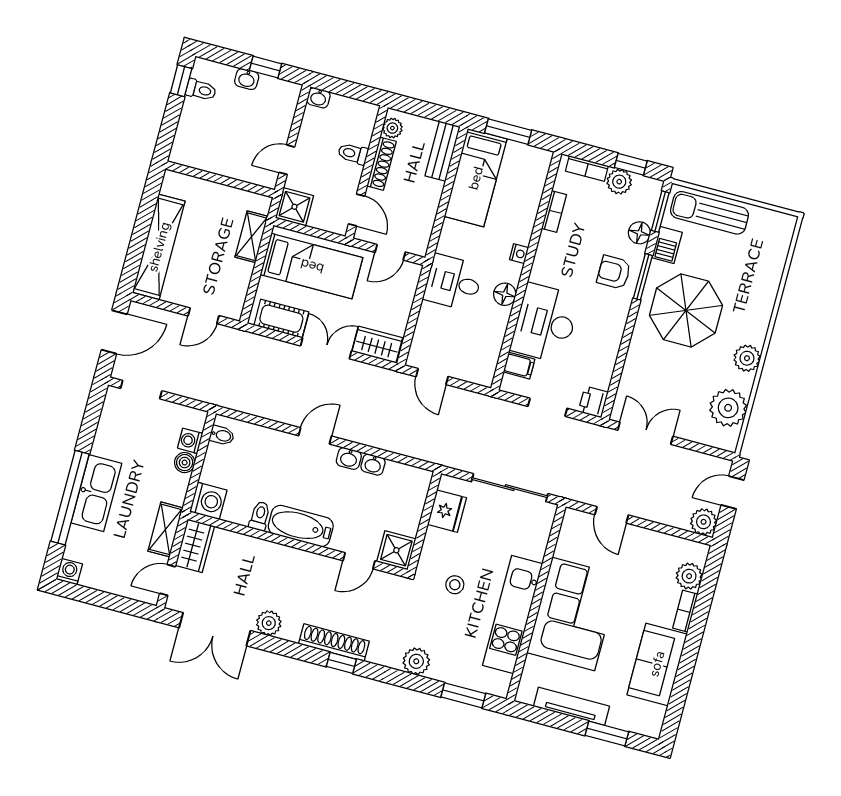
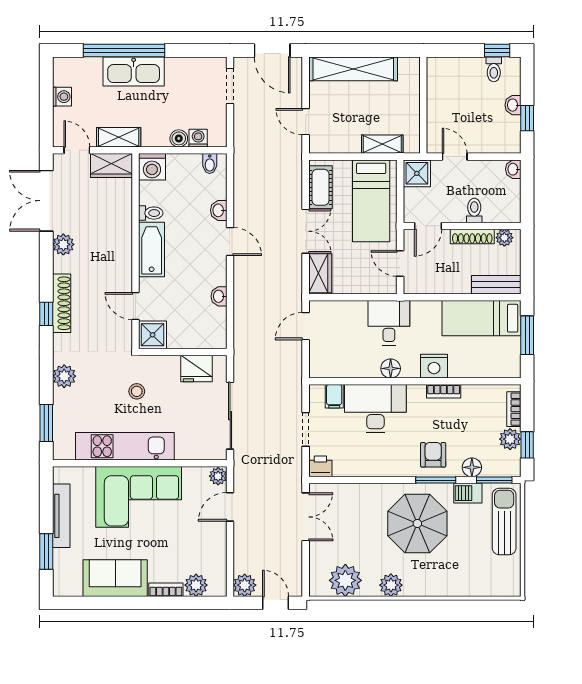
bookcase: (554, 211) -> (444, 391), moved
nightstand: (519, 254) -> (434, 366), width x1.89, depth x1.79
washbasin: (349, 458) -> (219, 210), moved
plant: (574, 519) -> (218, 476), added
washing machine: (69, 572) -> (62, 97), moved

